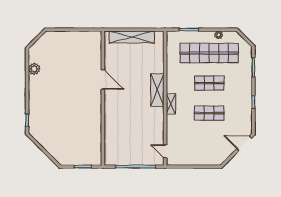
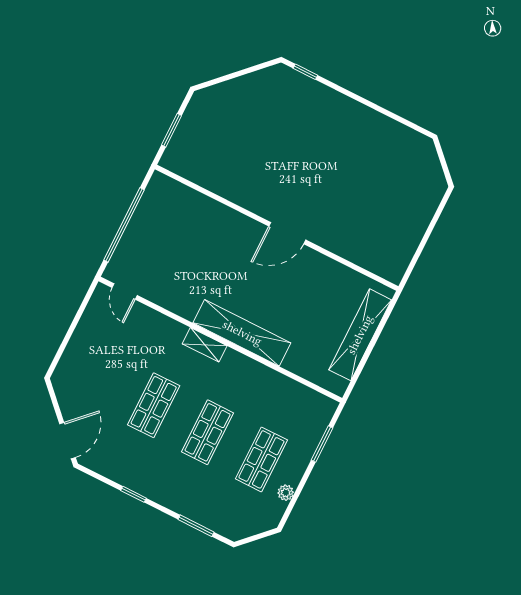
shop shelf: (209, 53) -> (261, 459), width x0.50, depth x0.74
plant: (34, 69) -> (391, 131), removed
door: (103, 79) -> (287, 233), moved
shelving: (157, 90) -> (242, 333), width x1.47
door: (165, 151) -> (125, 291), swing flipped

